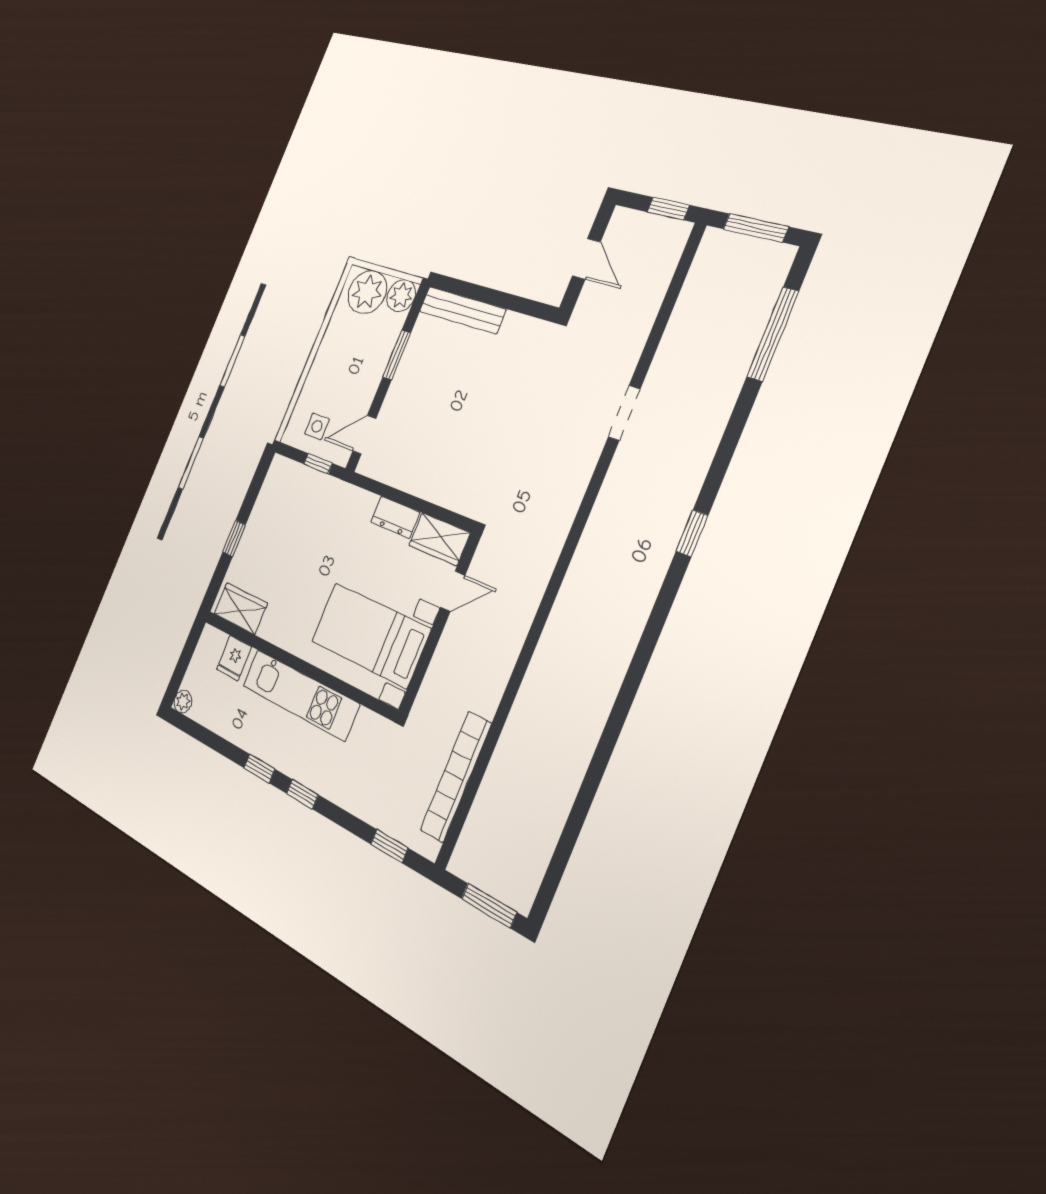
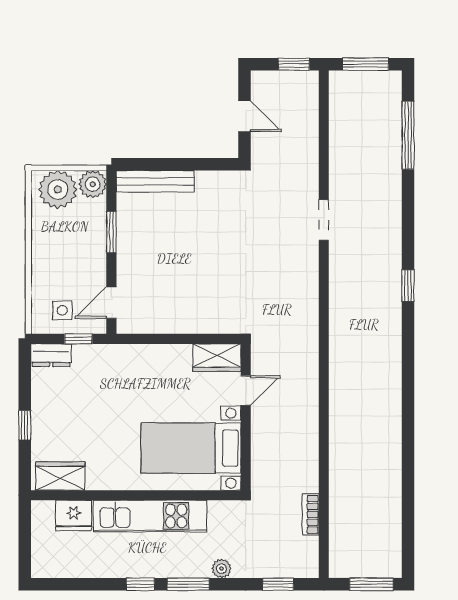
dresser: (395, 517) -> (51, 355), moved
fridge: (234, 658) -> (74, 515), width x1.38
plant: (183, 702) -> (221, 569), moved
bookcase: (456, 777) -> (311, 514), width x0.43, depth x0.76
window: (302, 794) -> (188, 584), width x1.50

